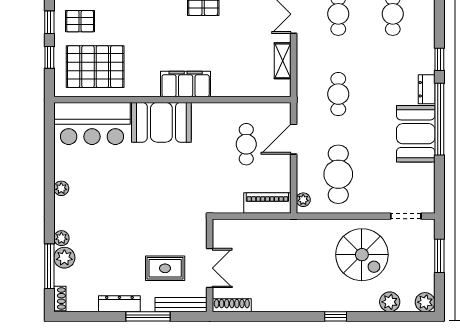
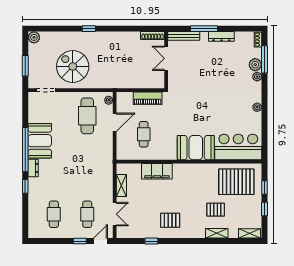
pallet: (80, 21) -> (216, 210), moved
filing cabinet: (186, 84) -> (157, 171), moved
cafe table: (338, 94) -> (87, 165), removed
door: (294, 139) -> (115, 122), moved
piano: (267, 203) -> (148, 98), moved
rug: (165, 268) -> (193, 58), removed
plant: (390, 302) -> (56, 38), removed

